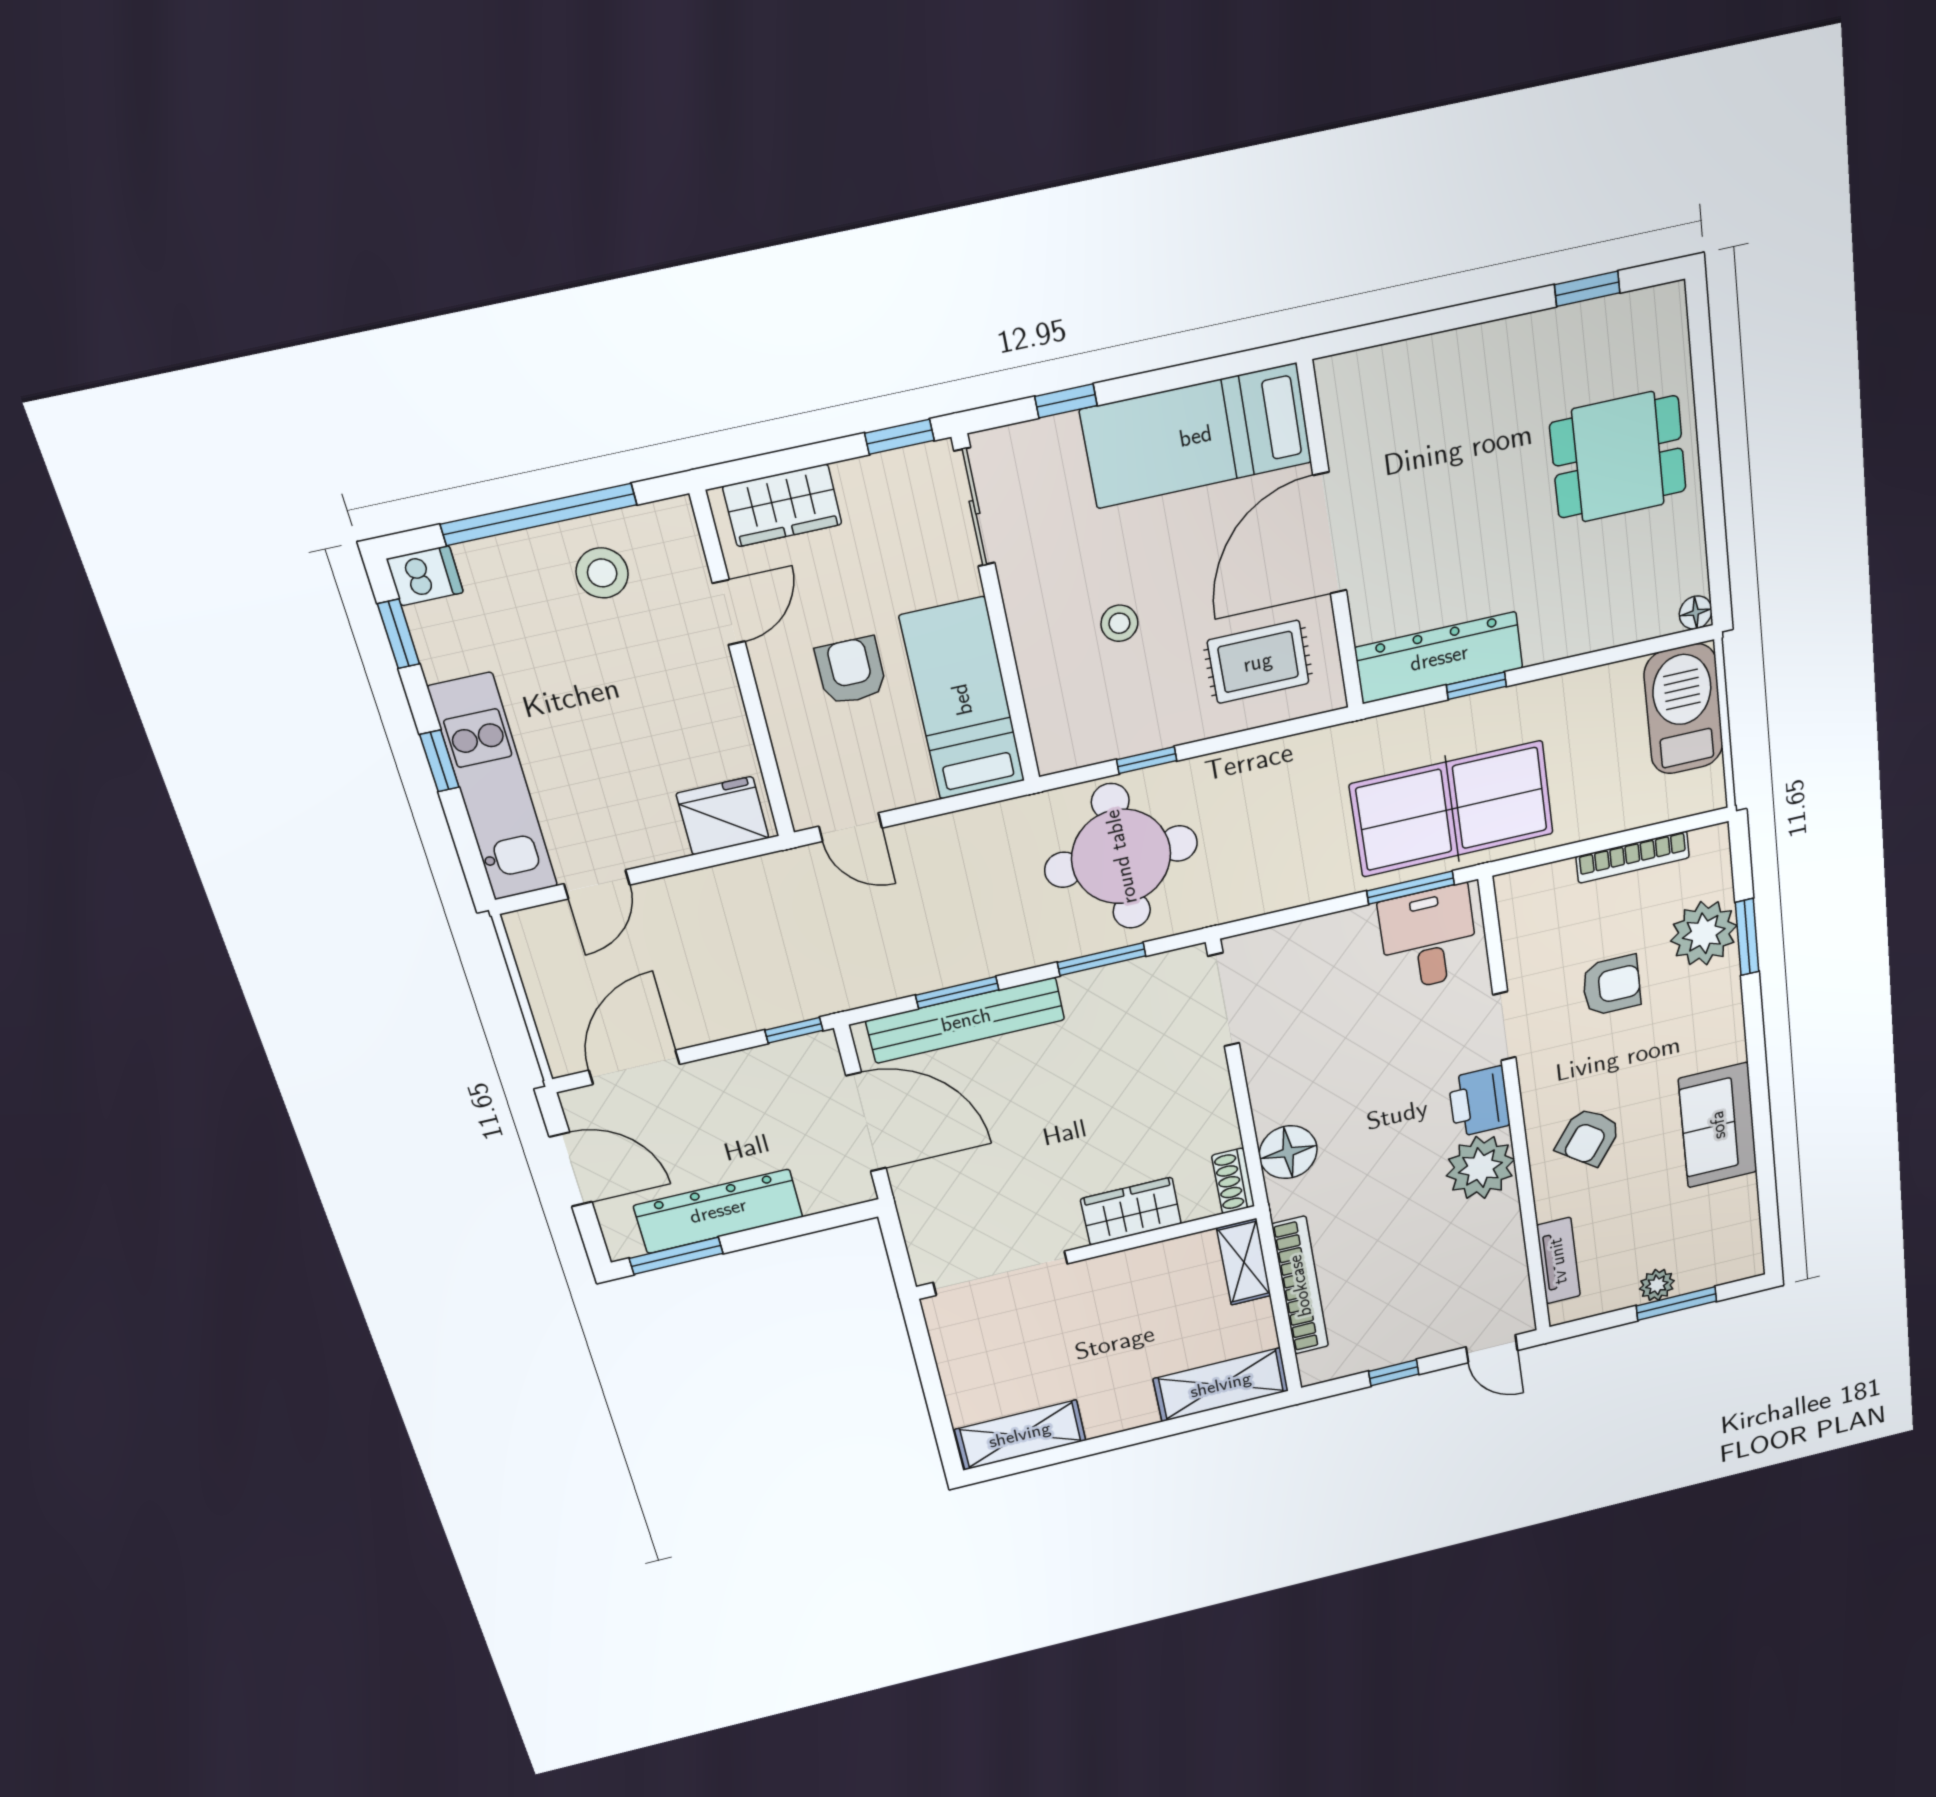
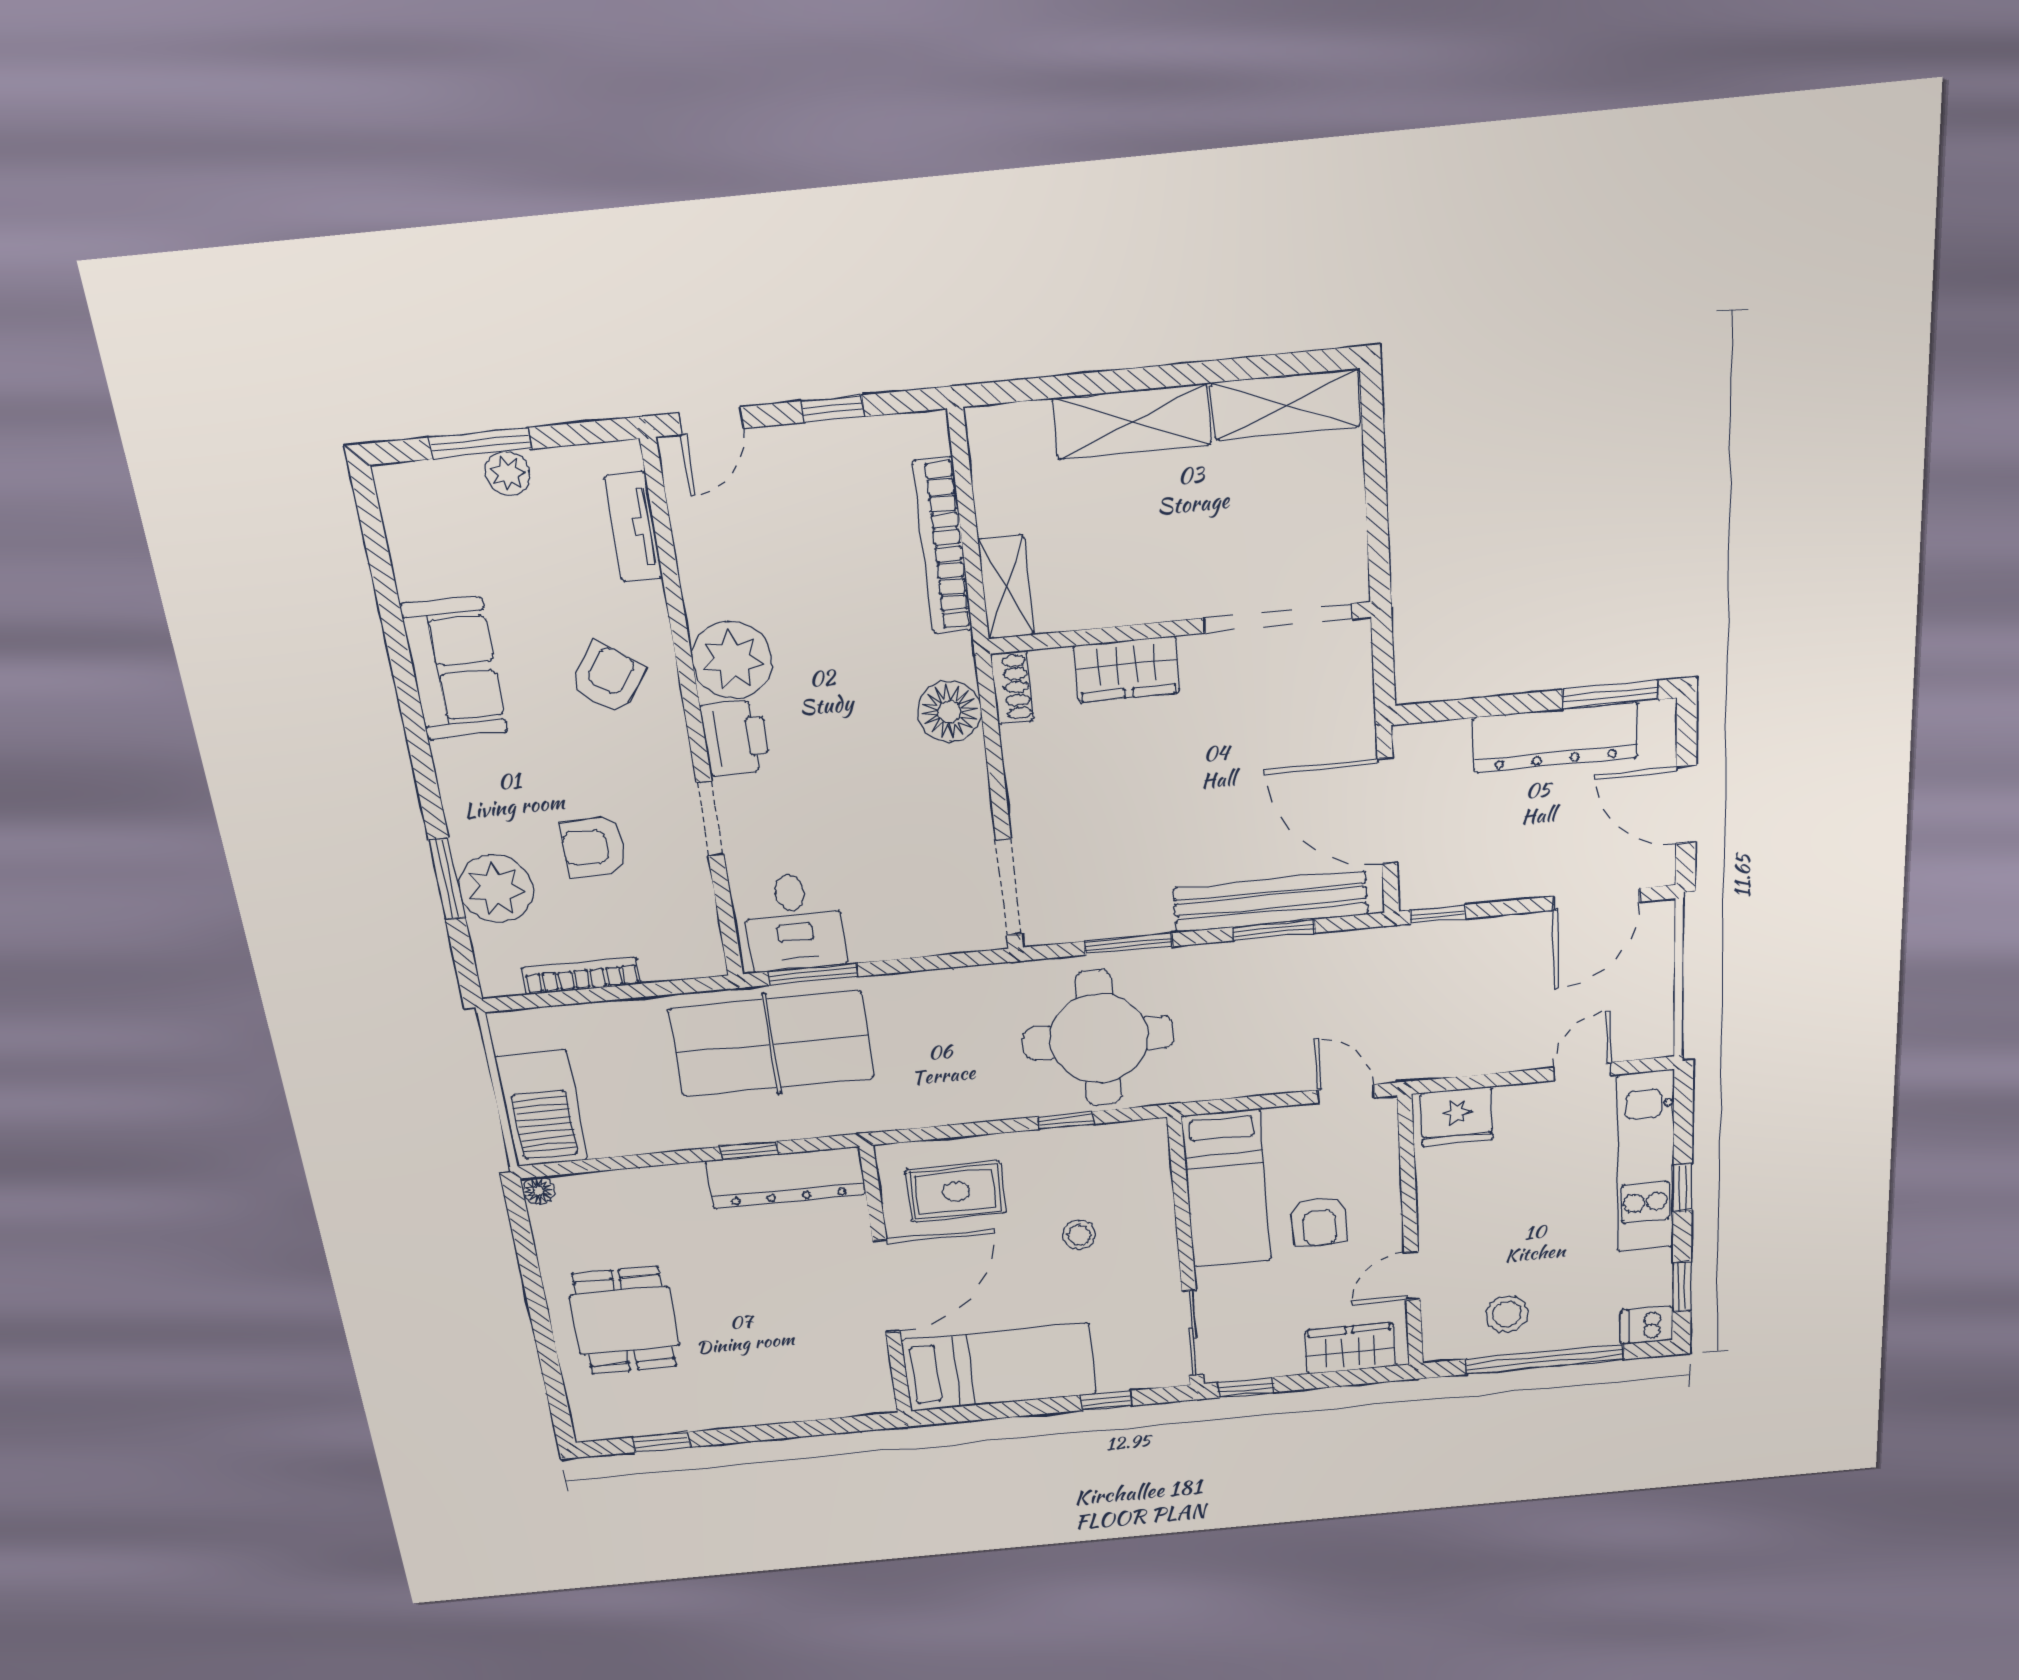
dining table: (1618, 457) -> (624, 1321), turned 90
door: (1492, 1349) -> (711, 421), swing flipped
shelving: (1221, 1385) -> (1132, 421), moved

